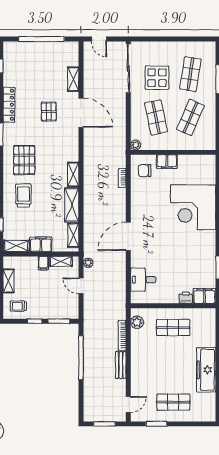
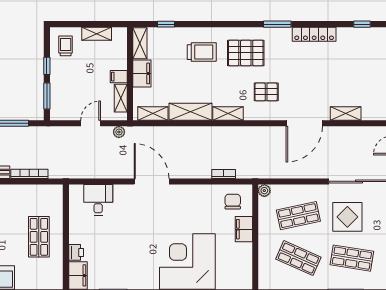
pallet: (49, 112) -> (266, 92), moved
plant: (137, 322) -> (46, 192), removed

